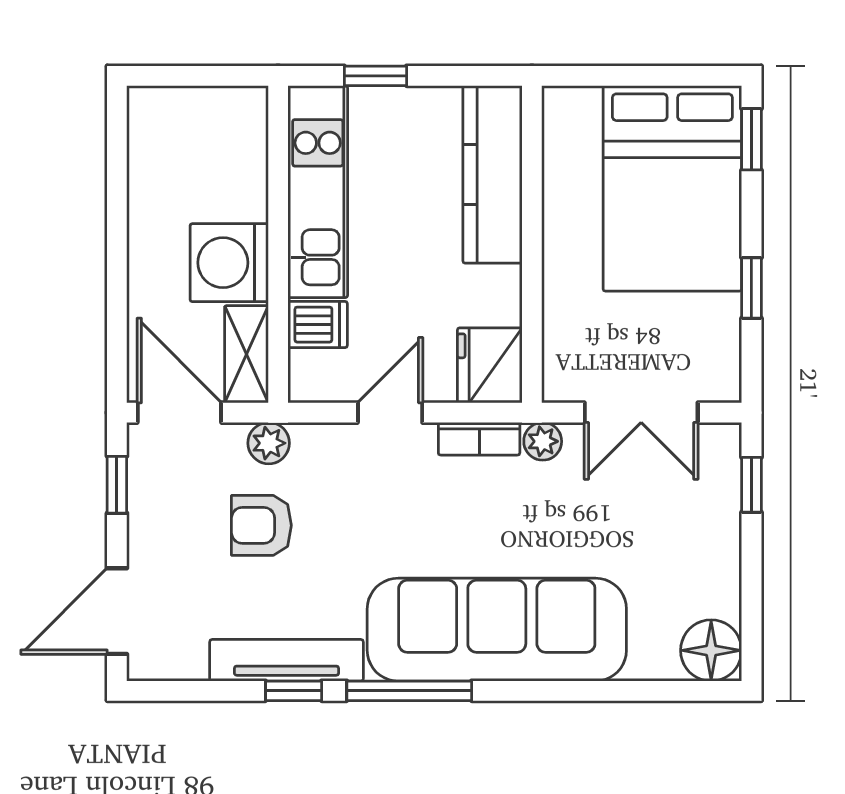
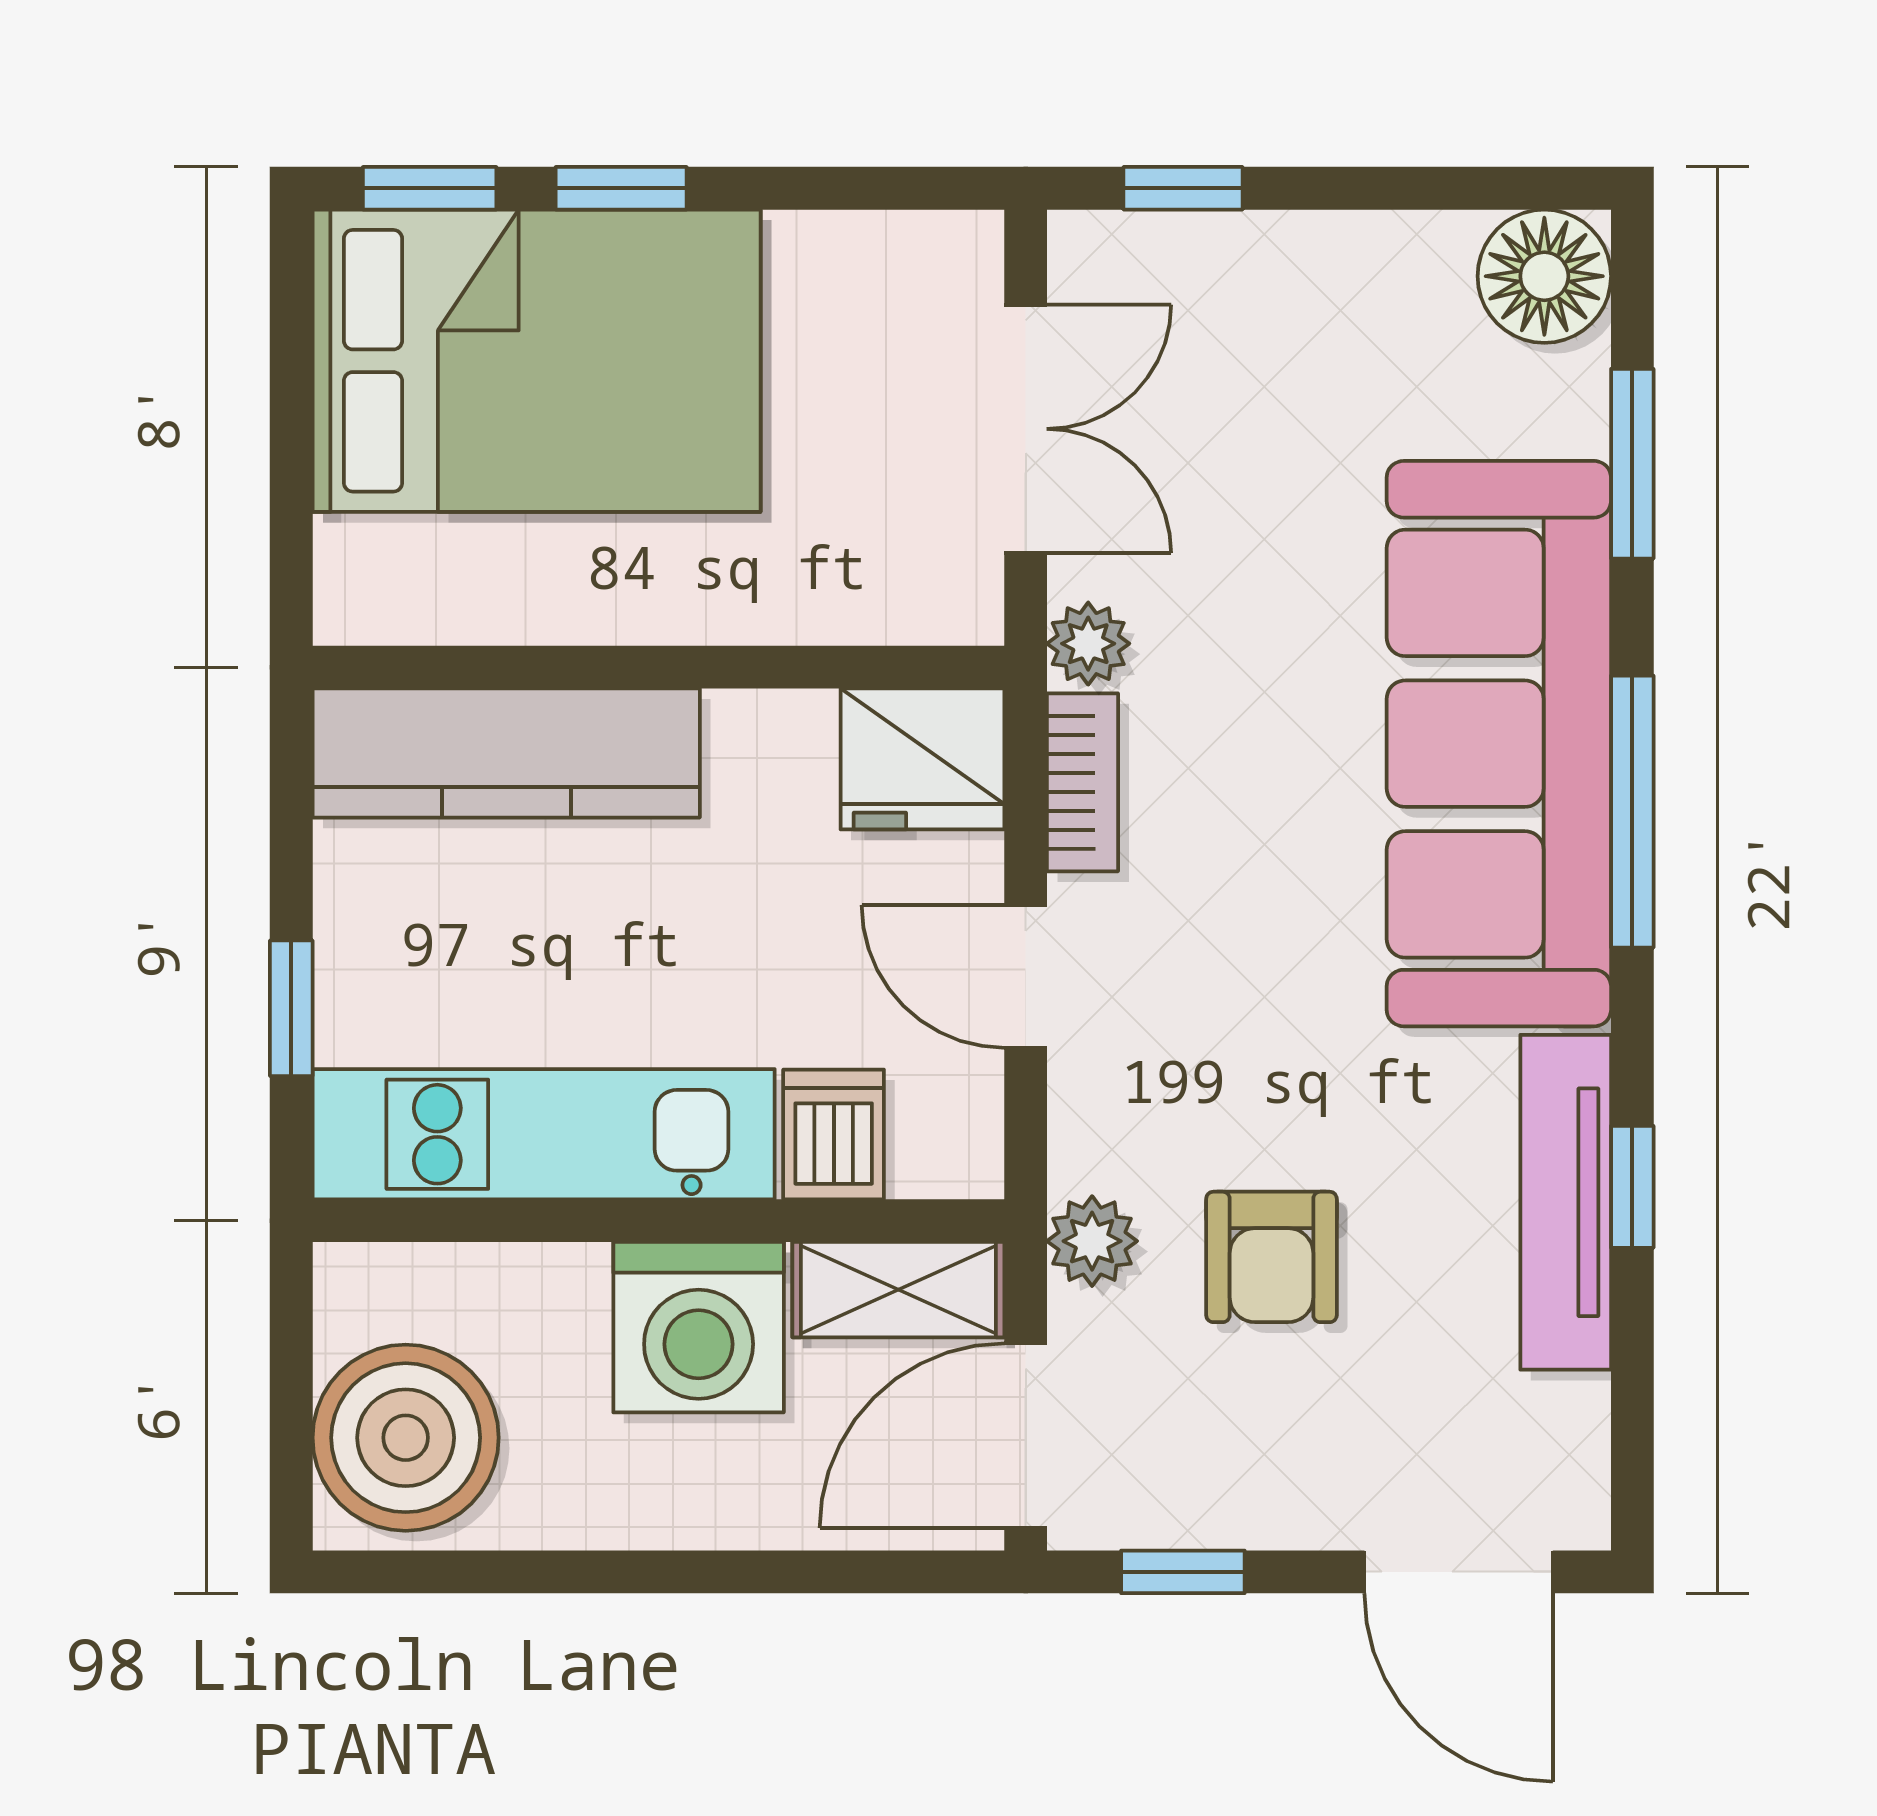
boiler: (179, 128) -> (406, 1438), added
window: (751, 288) -> (621, 188), moved
window: (409, 691) -> (1632, 812), moved
window: (625, 691) -> (1632, 464), added

